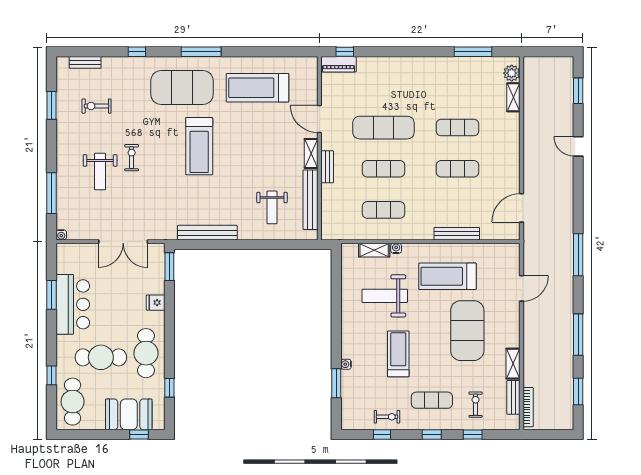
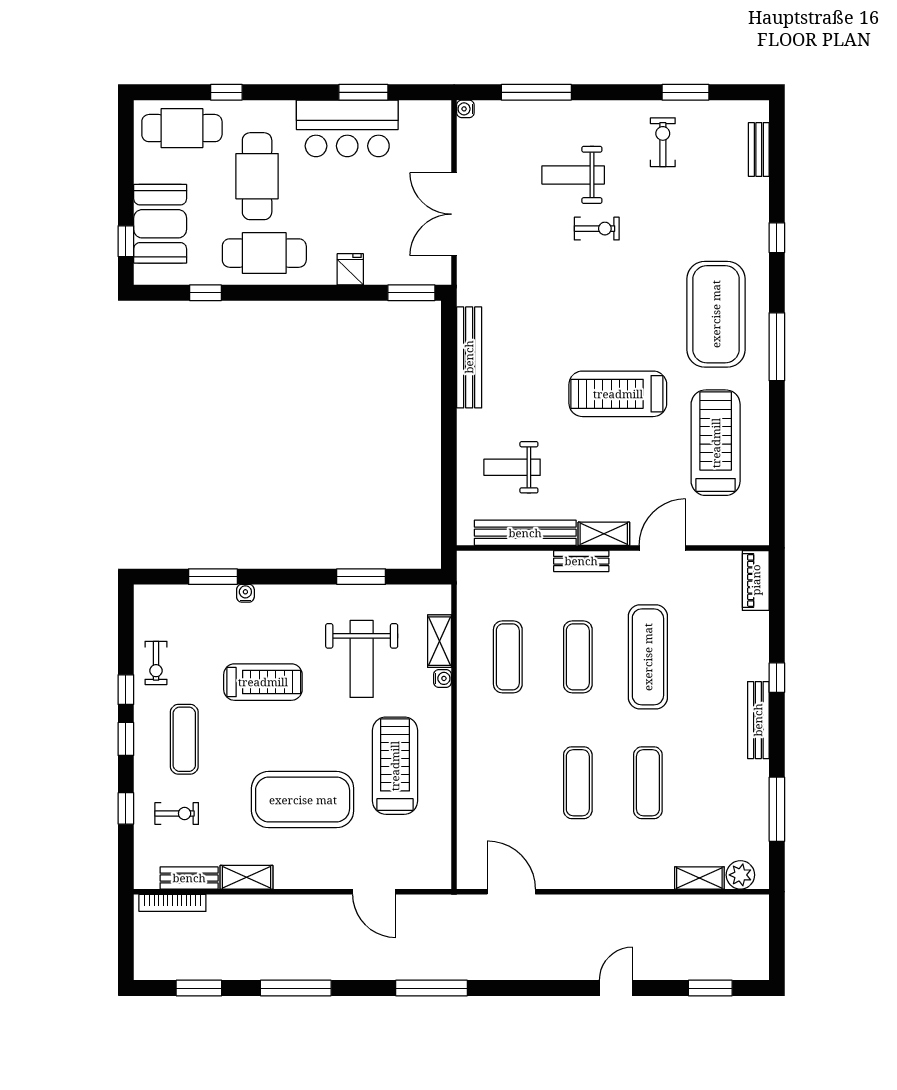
window: (345, 52) -> (777, 678), moved
exercise bike: (96, 106) -> (663, 142), moved
treadmill: (199, 146) -> (618, 394), moved
bench: (457, 234) -> (758, 720), moved
window: (336, 296) -> (361, 577), added
weight bench: (385, 296) -> (362, 659), turned 180
window: (382, 434) -> (126, 690), moved

